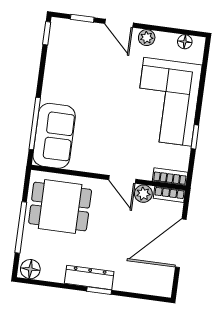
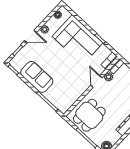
sofa: (54, 136) -> (37, 77), moved
door: (122, 179) -> (96, 81), swing flipped

